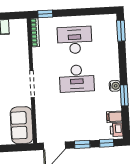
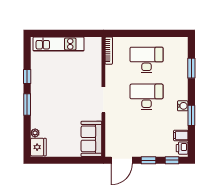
window: (45, 14) -> (120, 33), removed
window: (121, 31) -> (191, 68), moved
desk: (77, 78) -> (147, 97), turned 180

